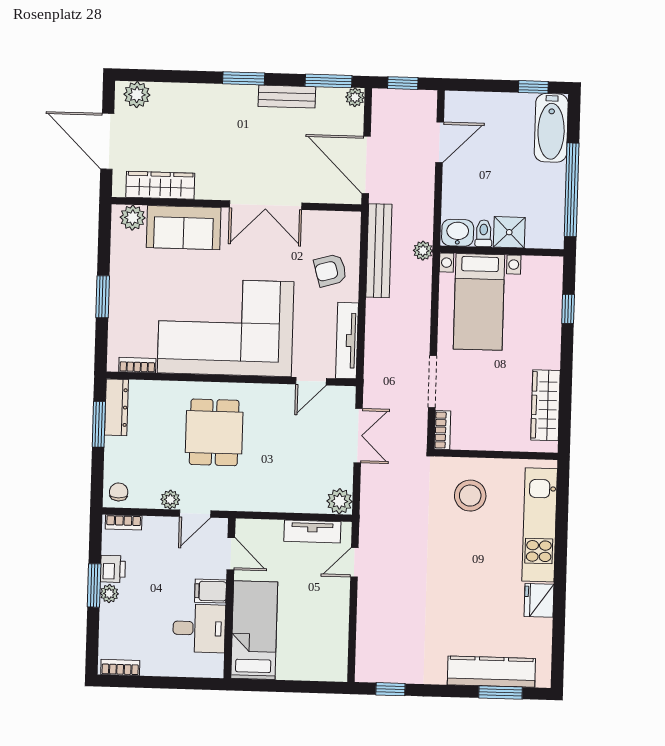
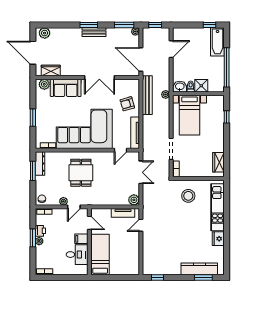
bench: (287, 97) -> (94, 32), moved
wardrobe: (160, 185) -> (51, 71), width x0.67
wardrobe: (545, 405) -> (219, 162), width x0.67

